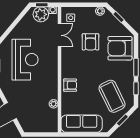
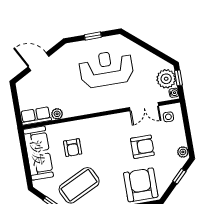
armchair: (90, 42) -> (142, 147), turned 180
reception desk: (25, 60) -> (106, 69), turned 180
armchair: (70, 85) -> (73, 148), moved
row of seats: (52, 121) -> (36, 116), added

